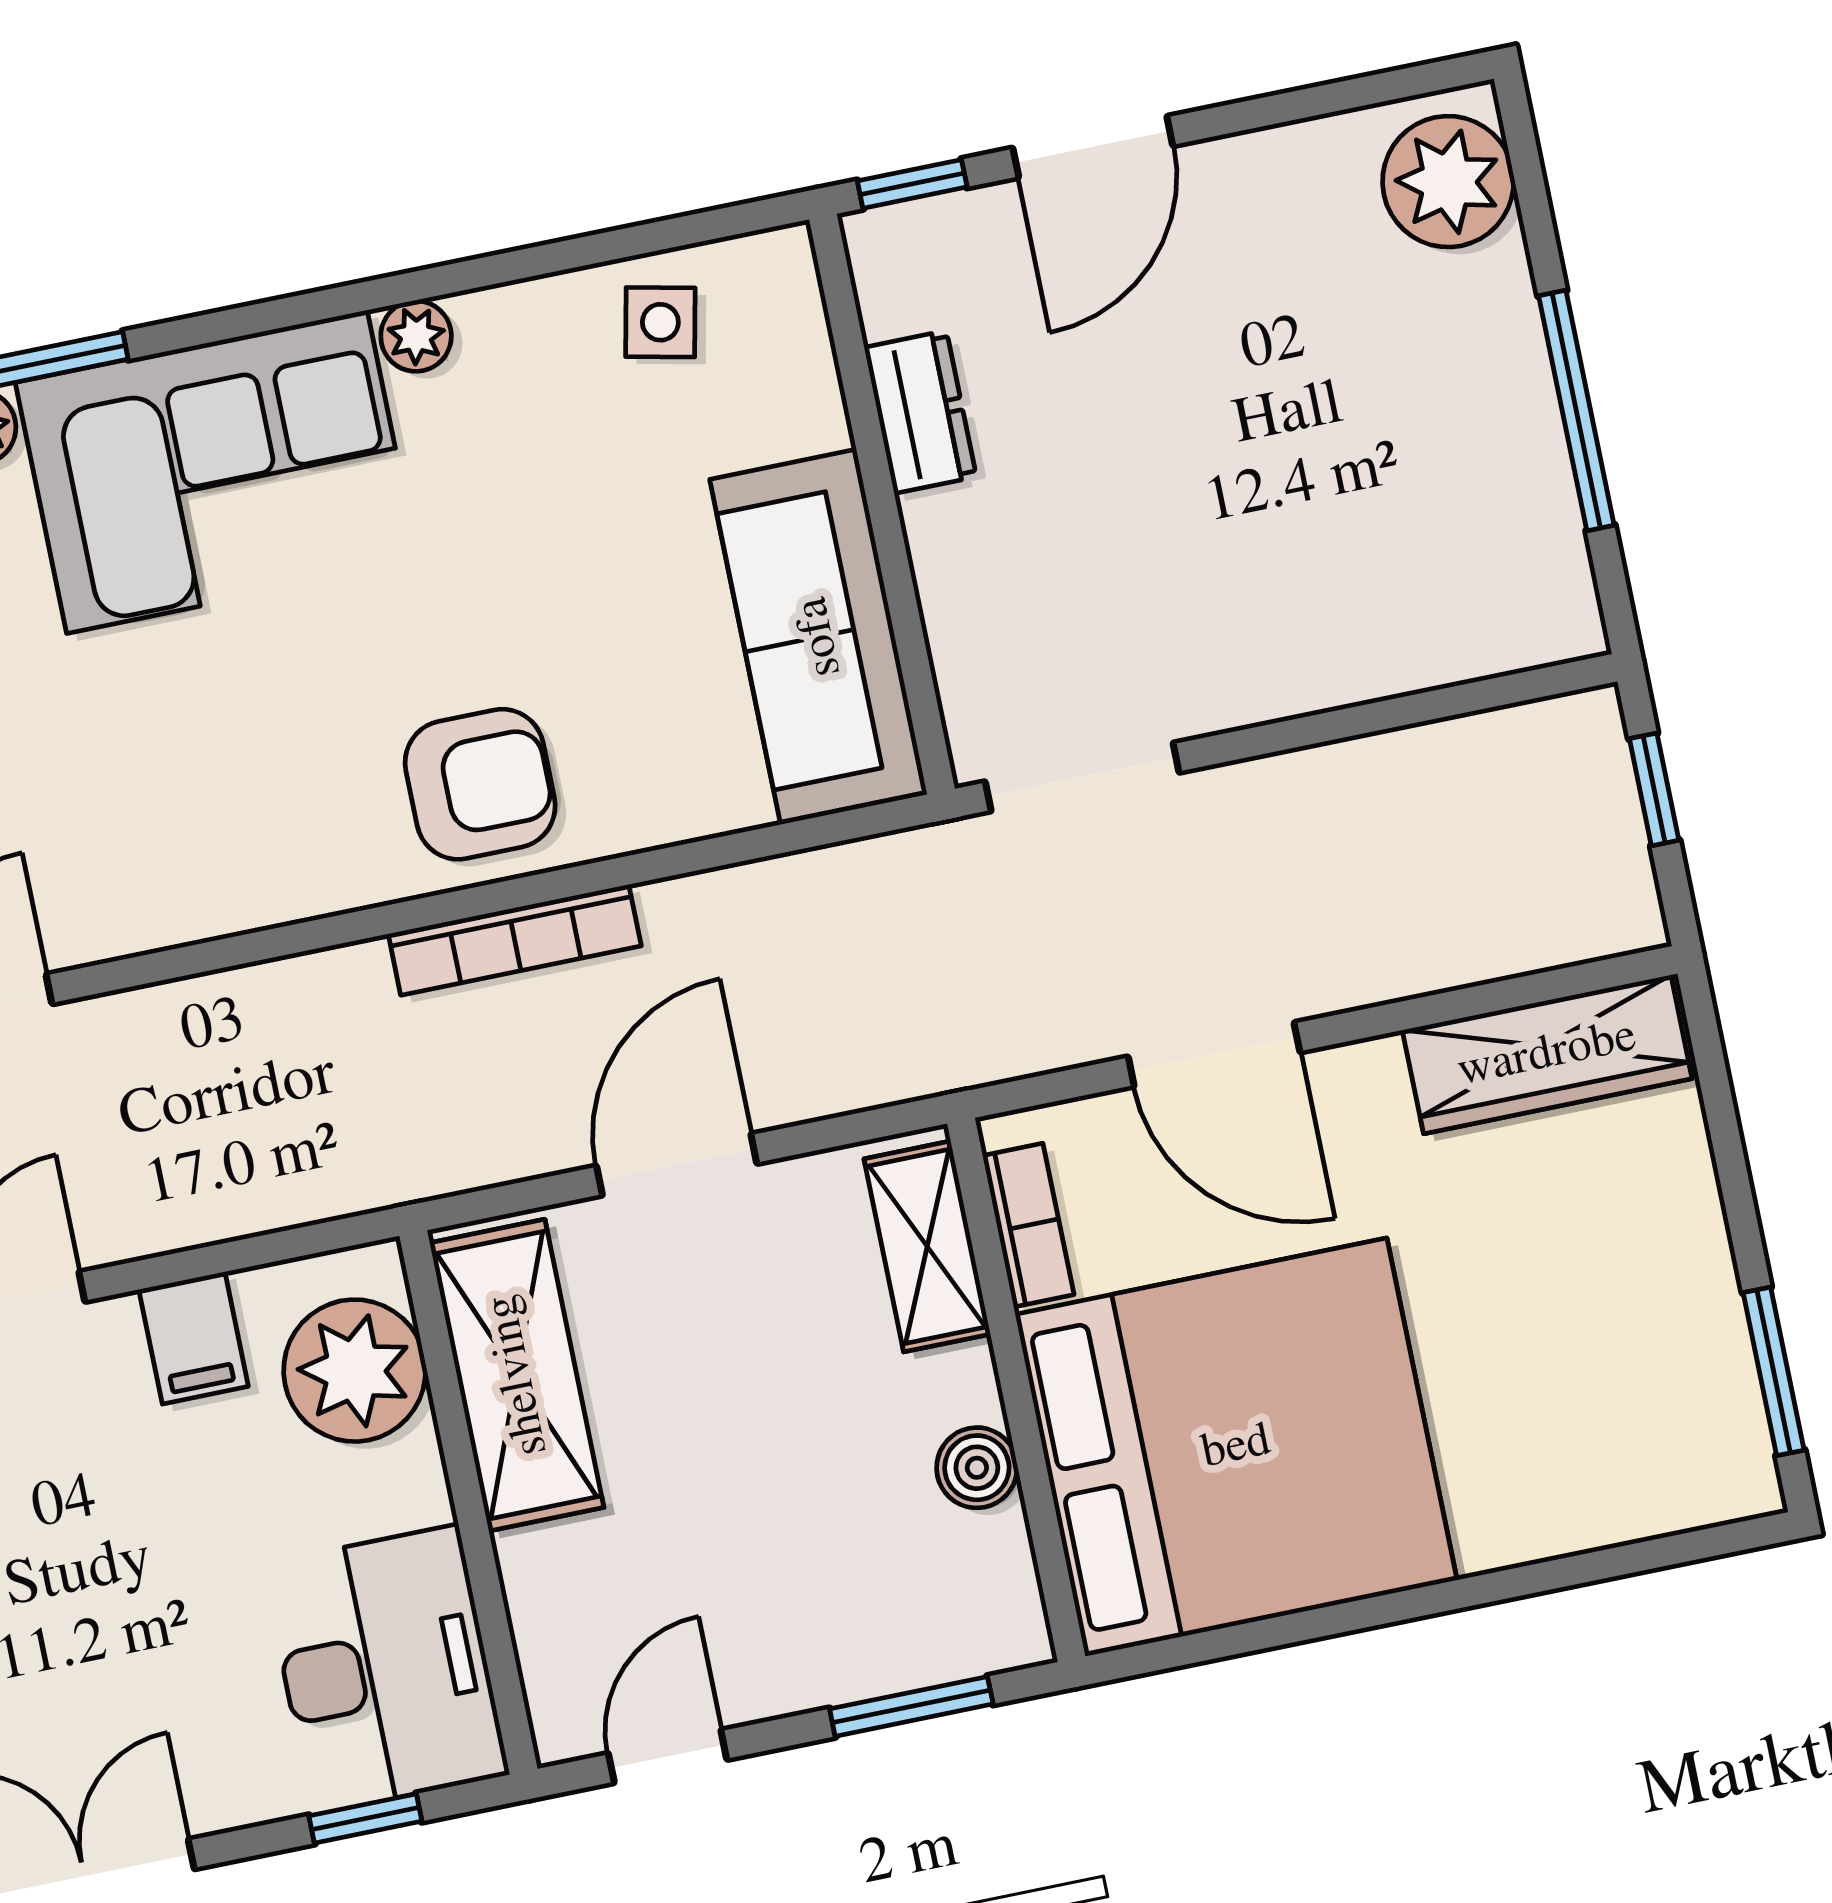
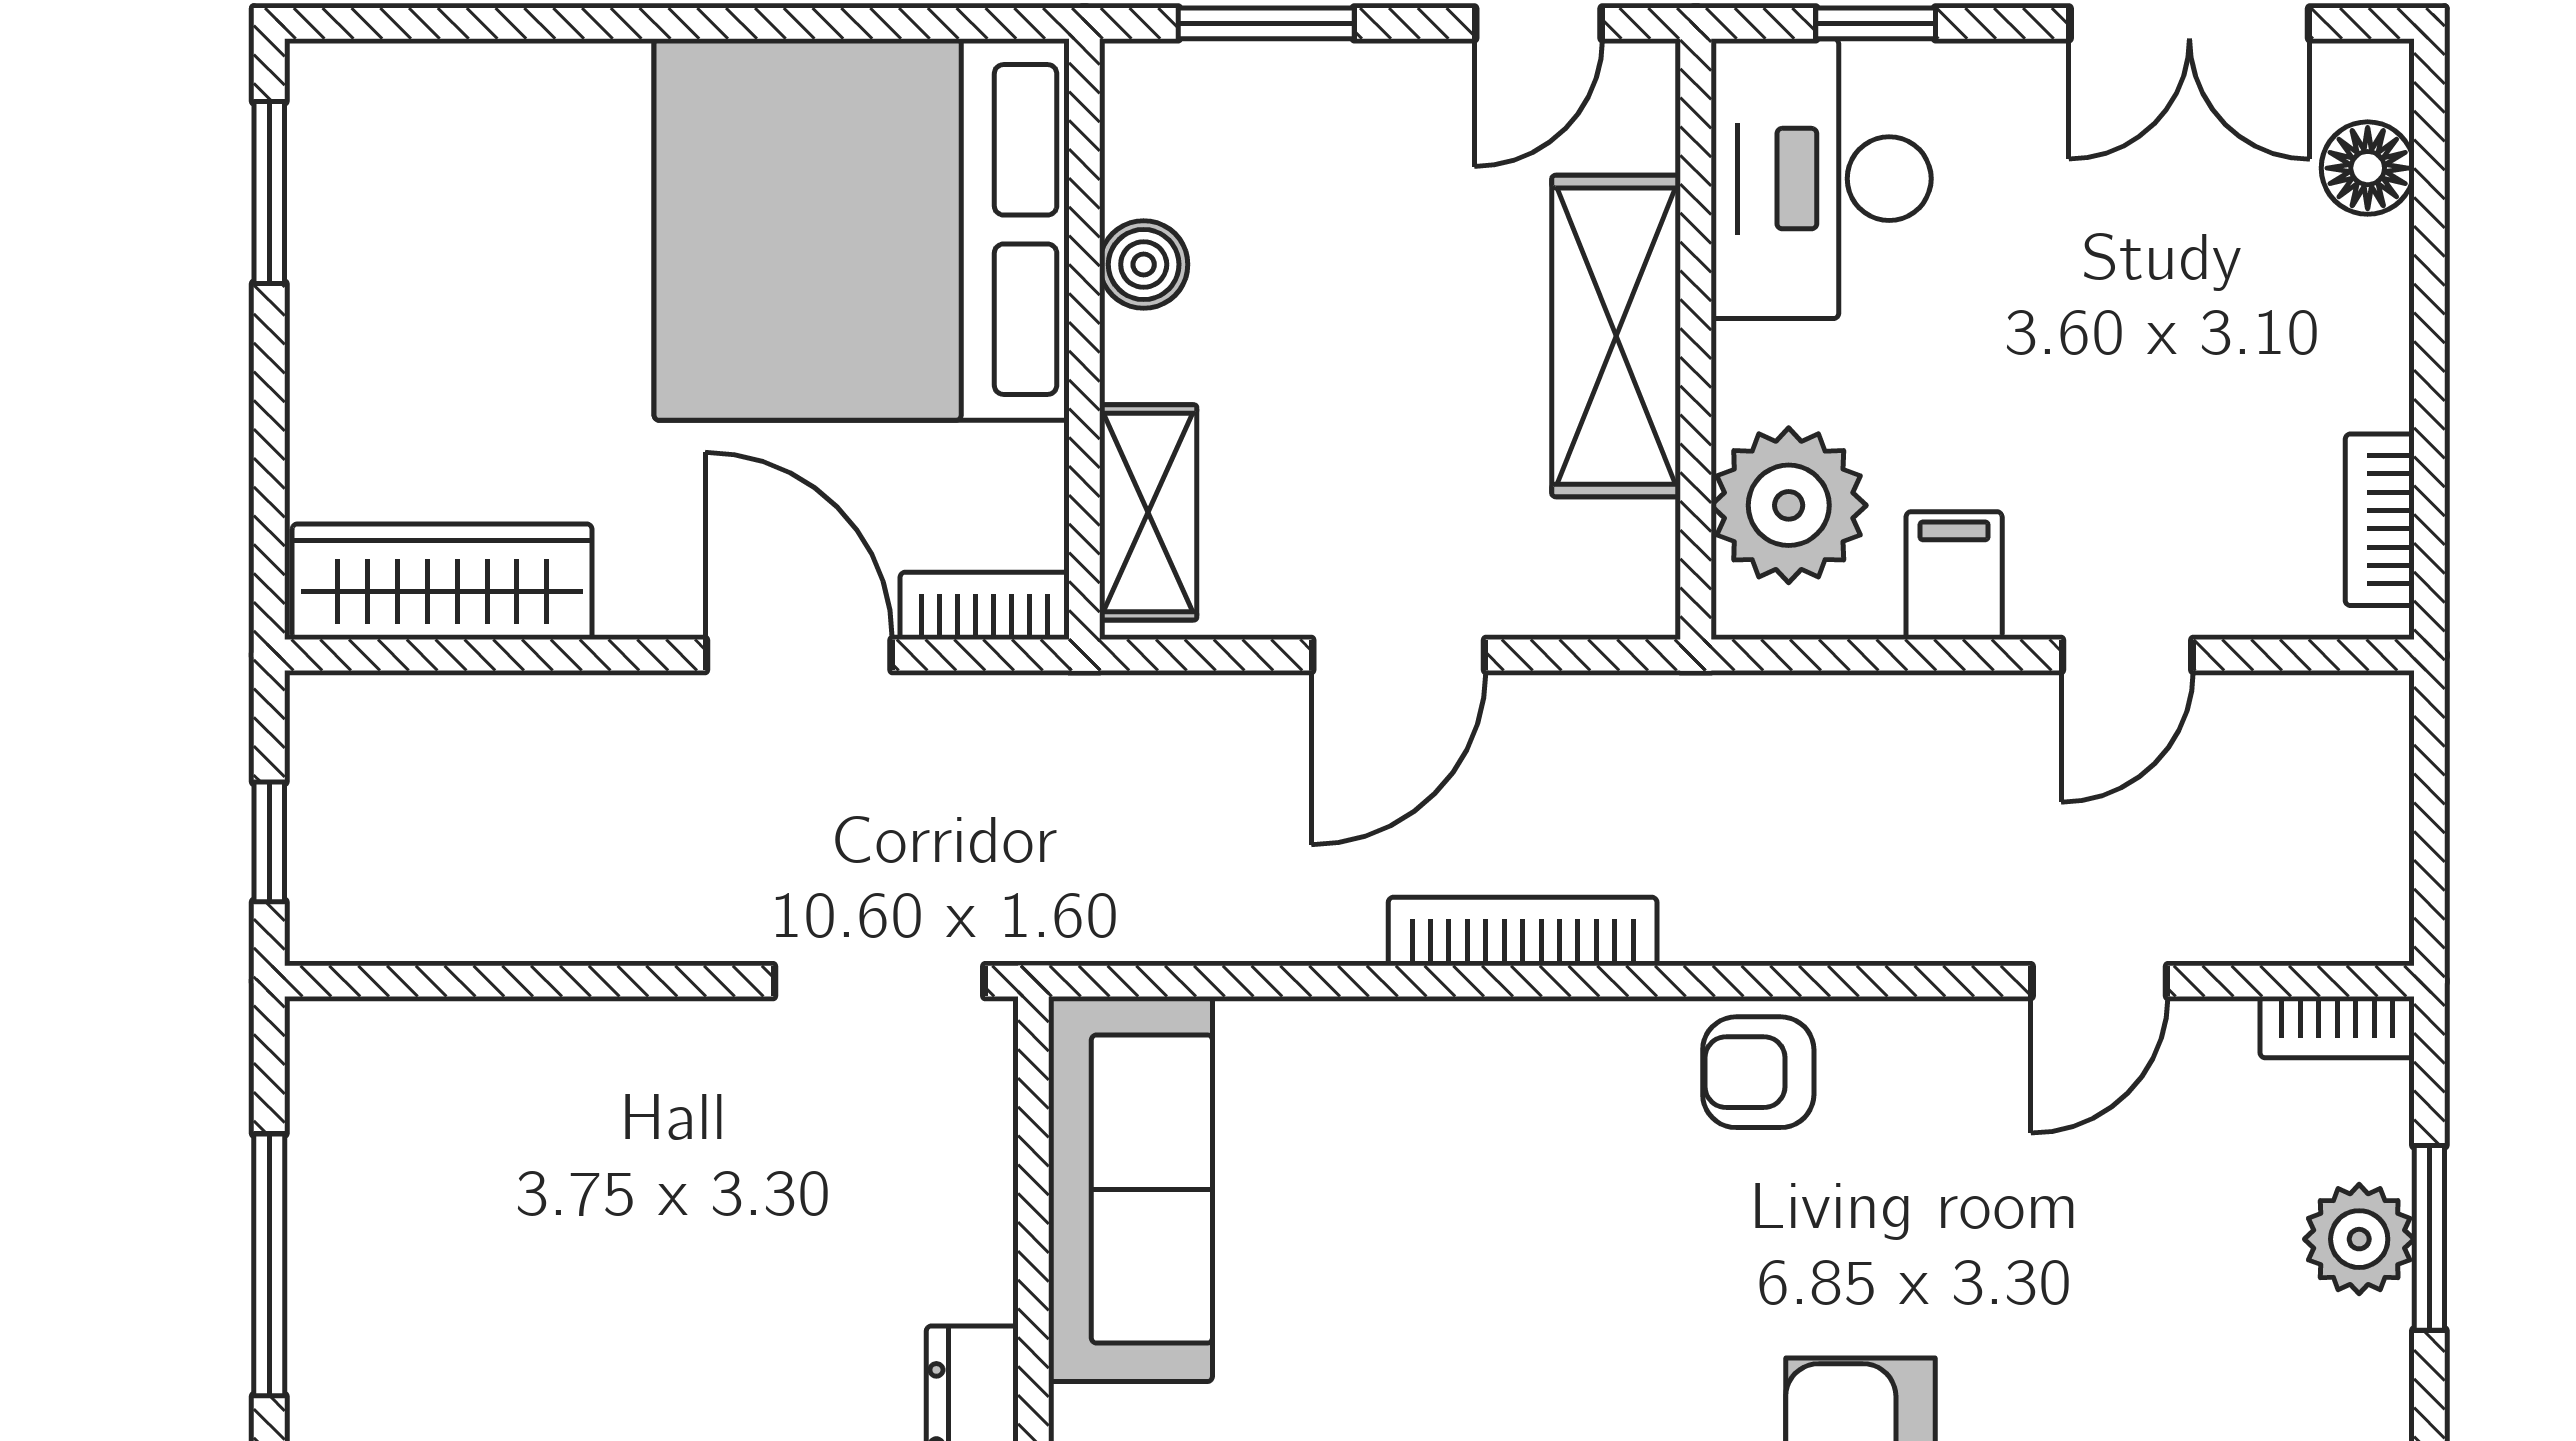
armchair: (480, 784) -> (1758, 1072), moved, width x0.72, depth x0.72
bookcase: (1028, 1225) -> (985, 606), moved, turned 90
shelving: (517, 1375) -> (1616, 336), moved

